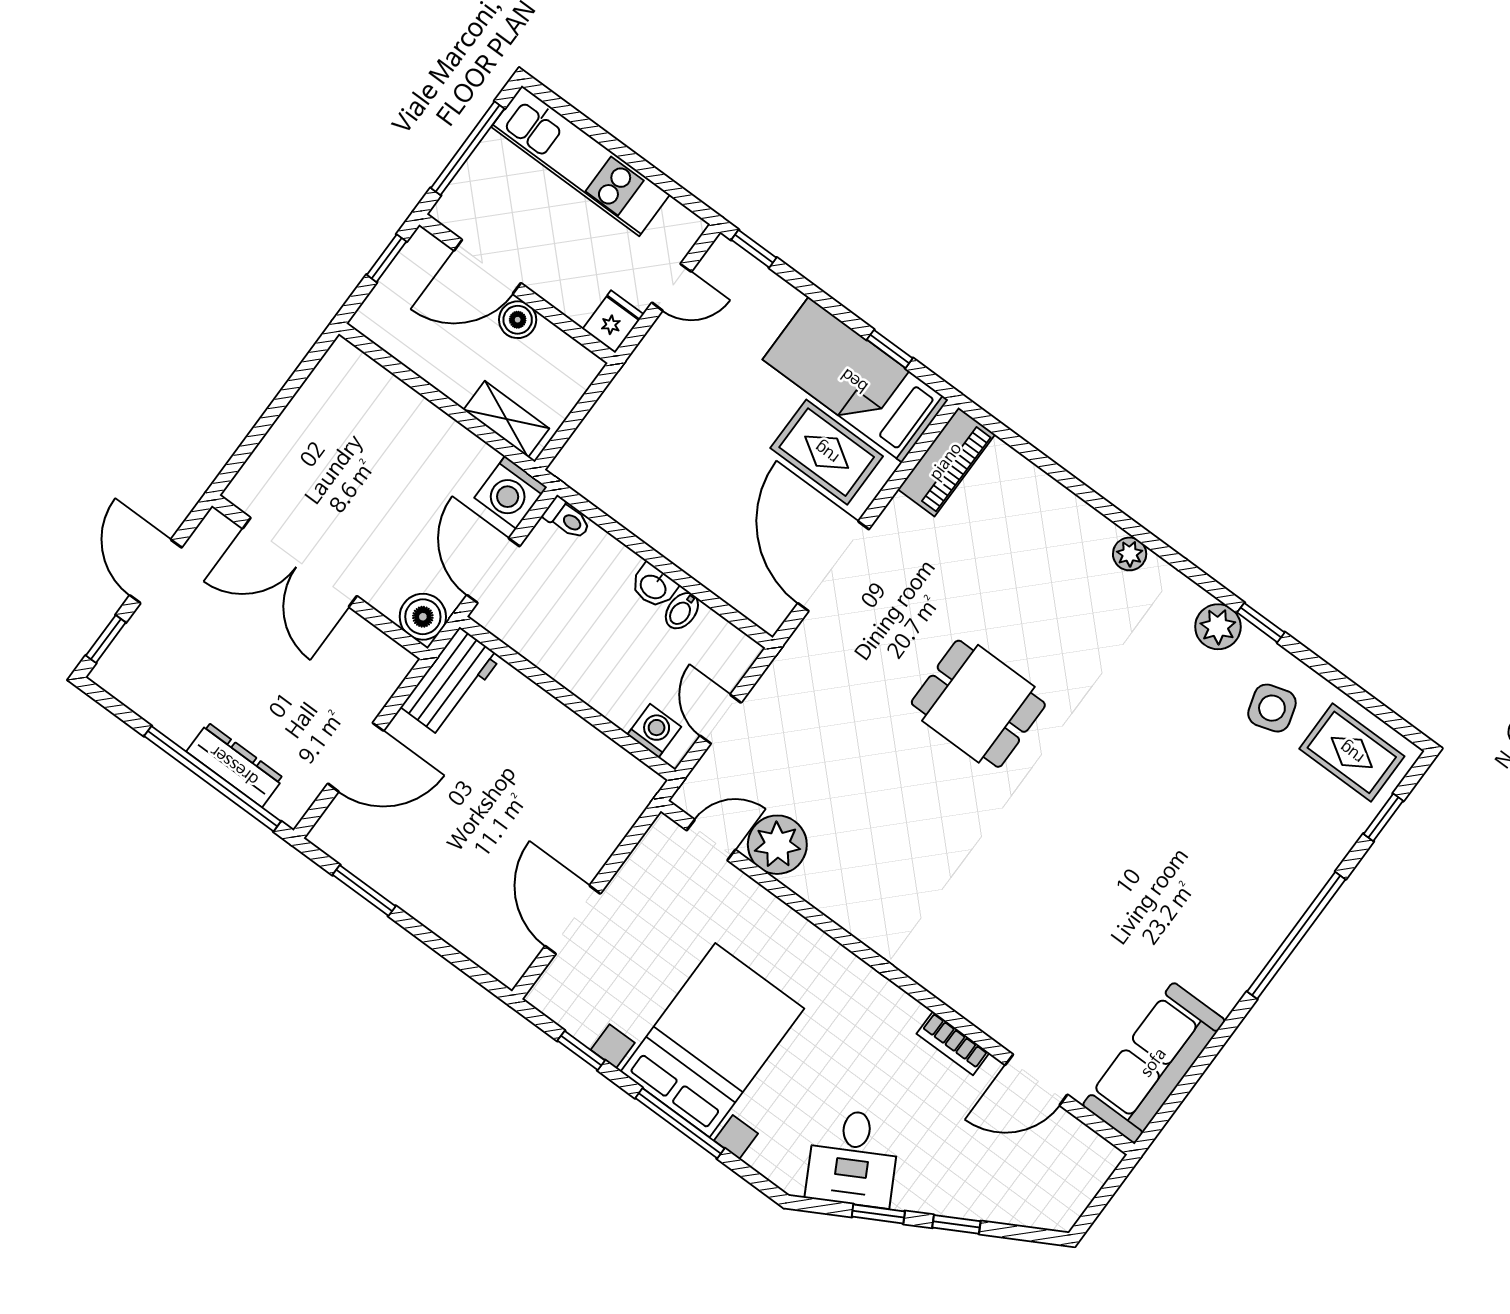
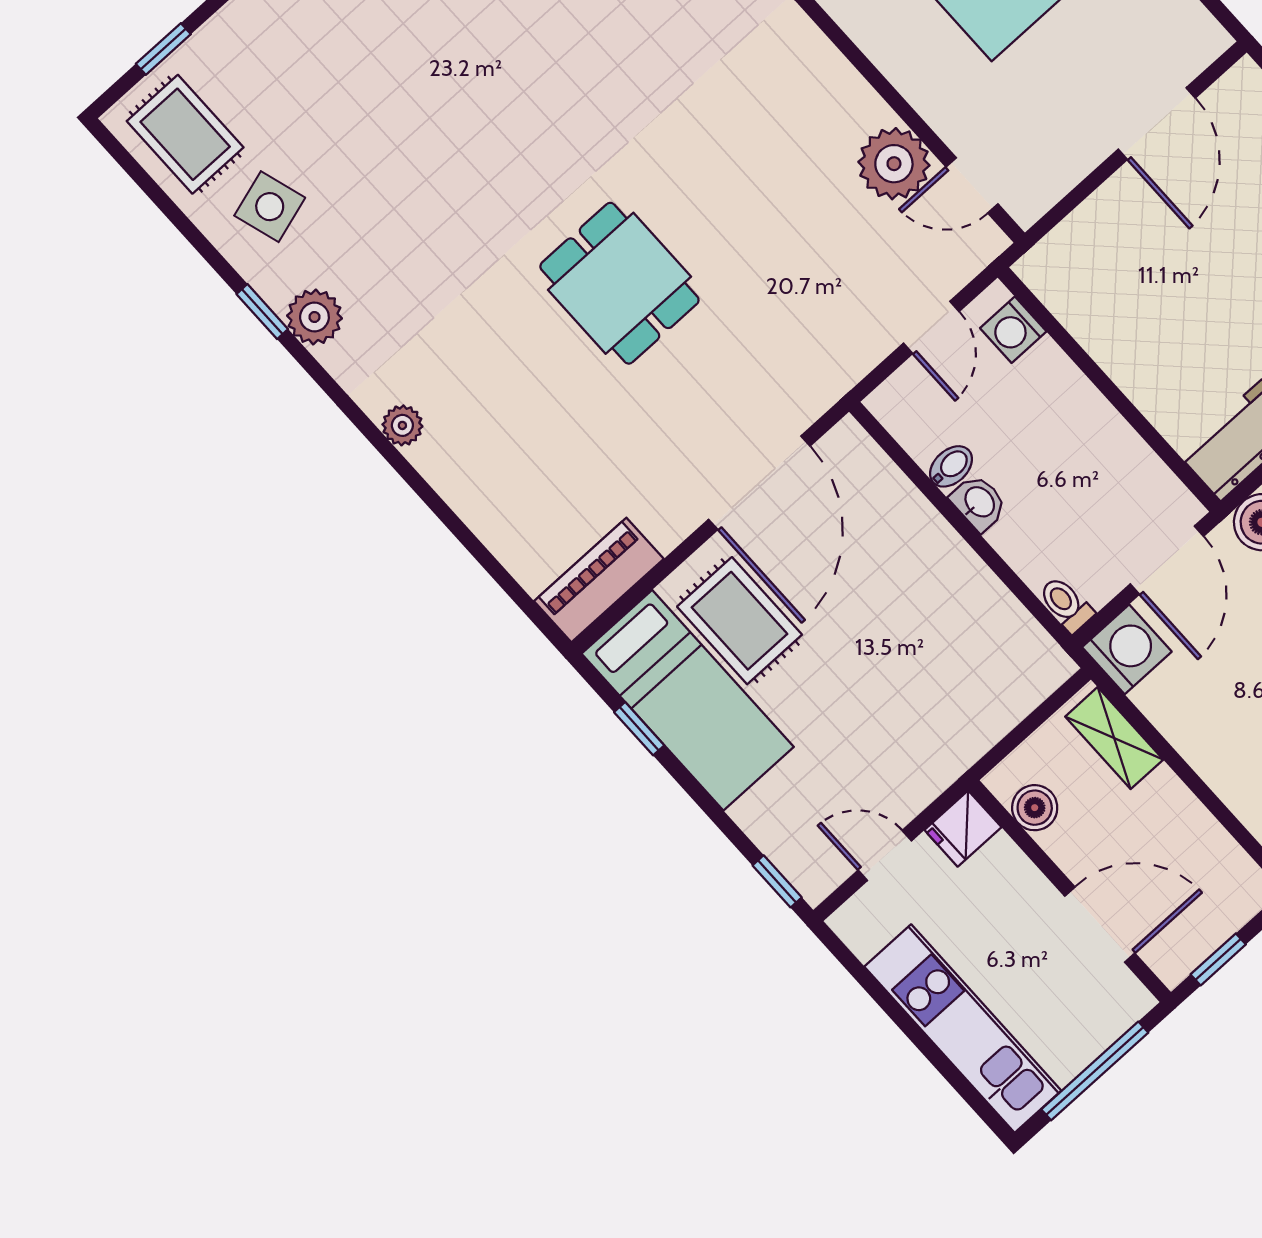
boiler: (518, 320) -> (1035, 808), moved

